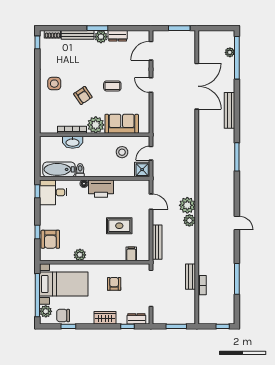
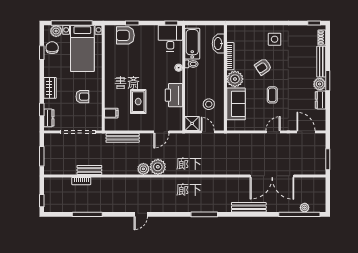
washbasin: (73, 142) -> (218, 44), moved
printer: (101, 189) -> (174, 95), moved
plant: (80, 255) -> (110, 64), removed

